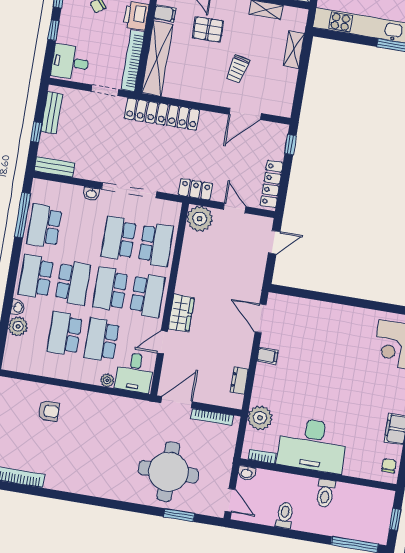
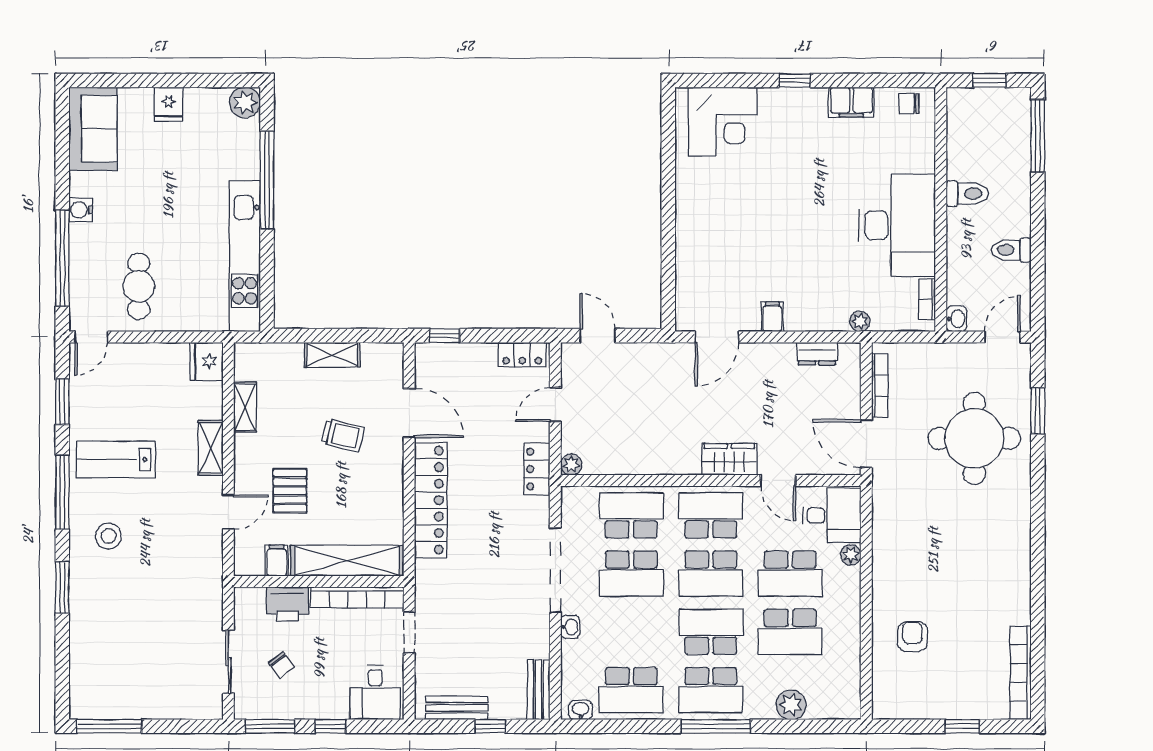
shelving: (294, 49) -> (332, 355), moved
locker: (162, 114) -> (431, 500), moved
locker: (271, 184) -> (522, 355), width x0.66
window: (22, 215) -> (716, 726), moved
plant: (200, 219) -> (571, 465), width x0.53, depth x0.53
washbasin: (18, 307) -> (581, 710), moved
plant: (260, 418) -> (860, 321), width x0.53, depth x0.53

